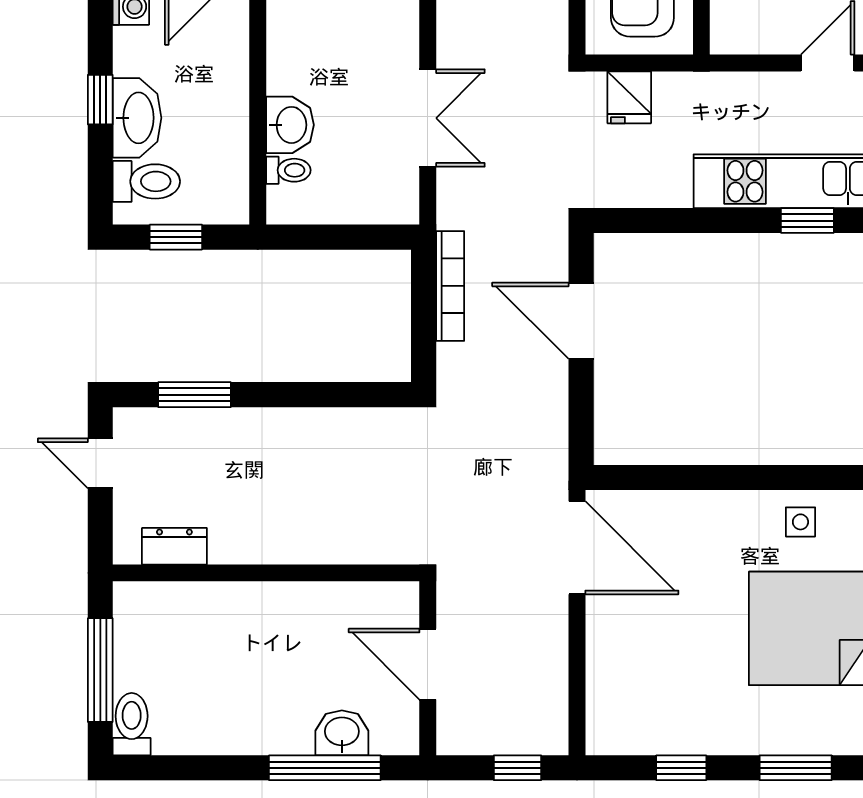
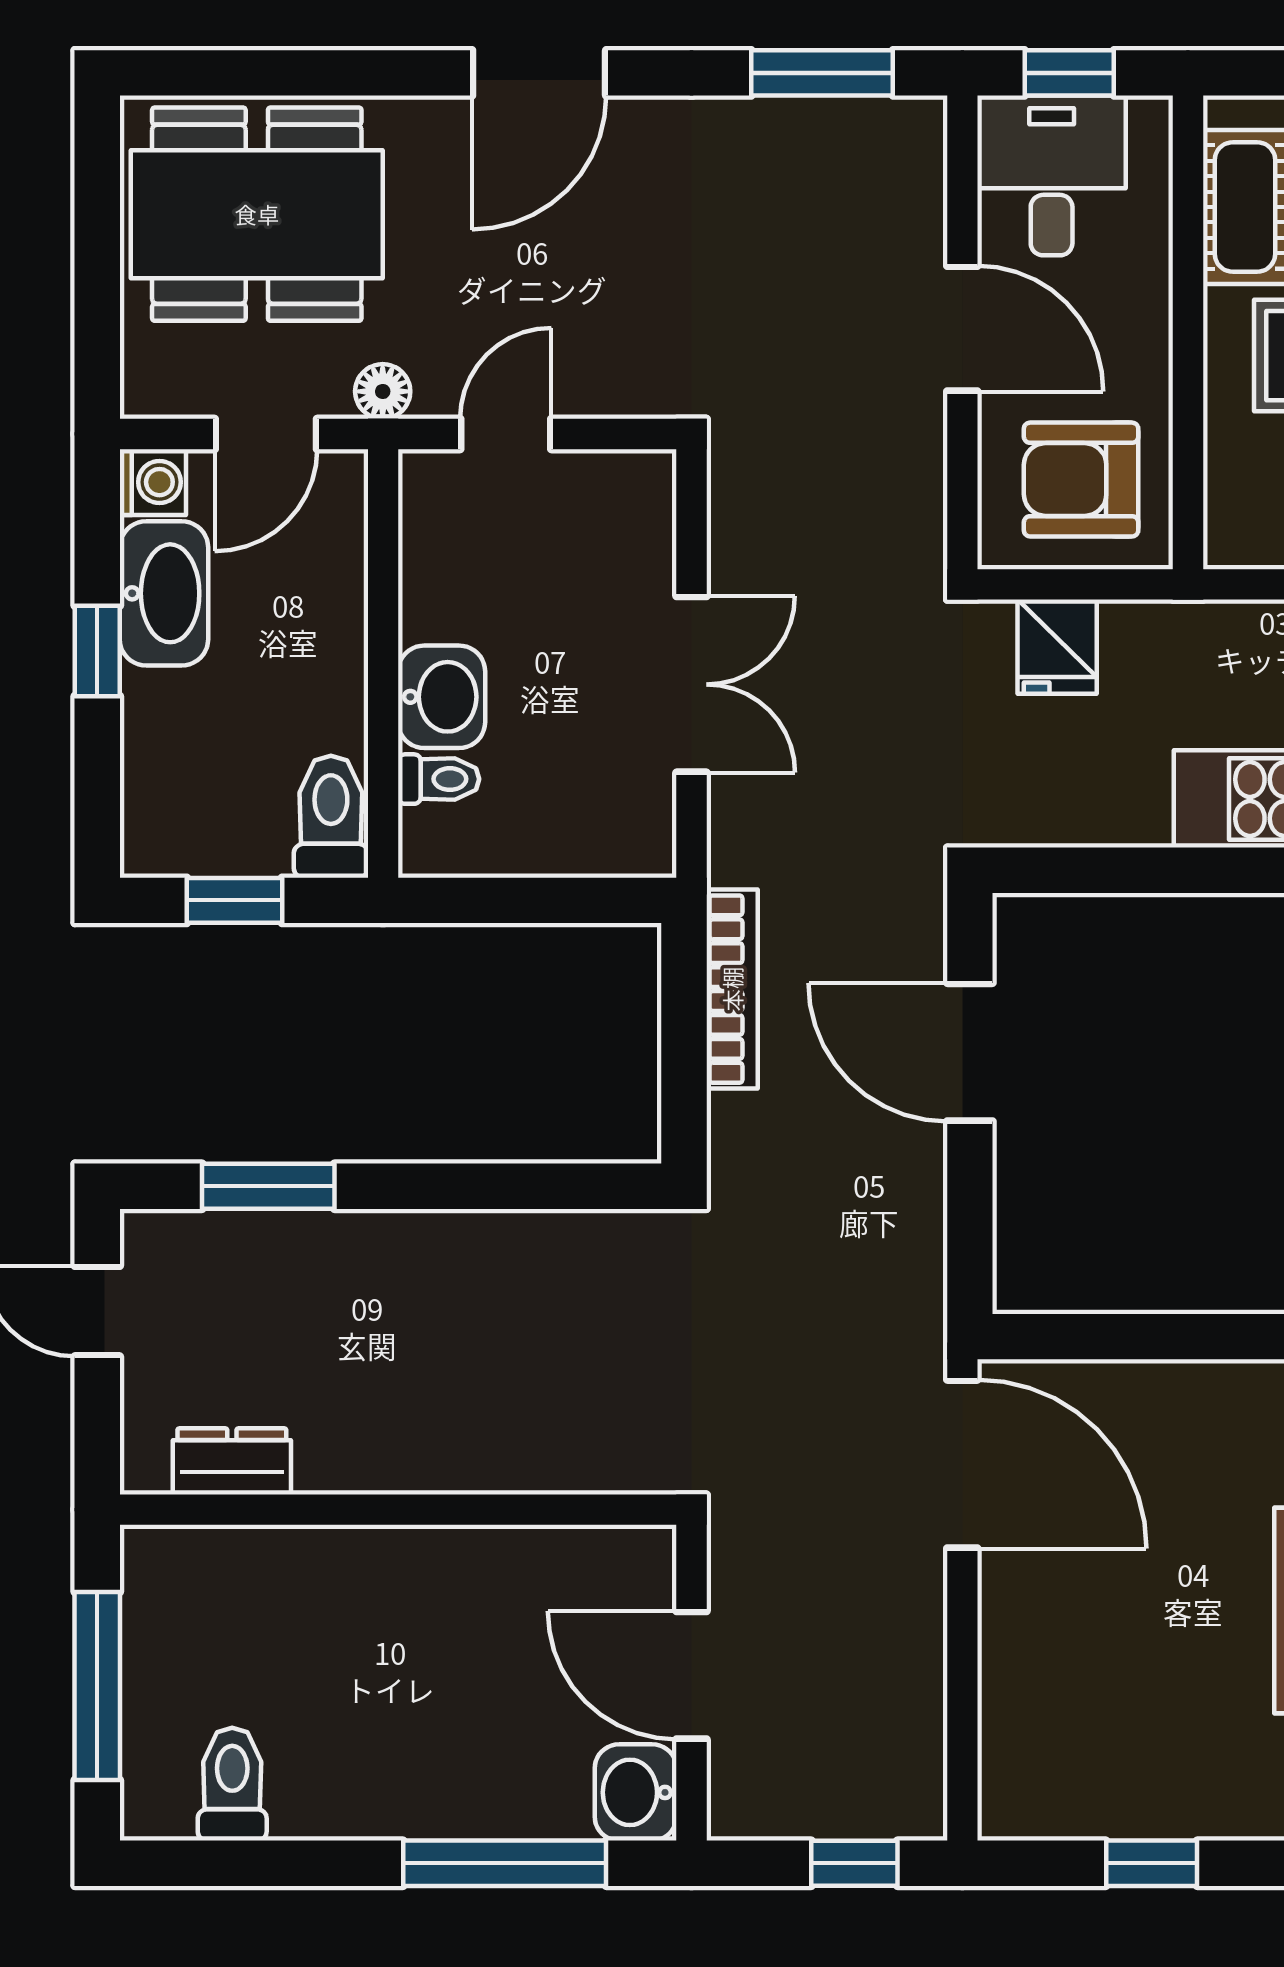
washbasin: (137, 118) -> (164, 593), moved
toilet: (146, 181) -> (331, 817), moved, turned -90
toilet: (132, 724) -> (232, 1784), moved
washbasin: (342, 733) -> (636, 1792), moved, turned -90

